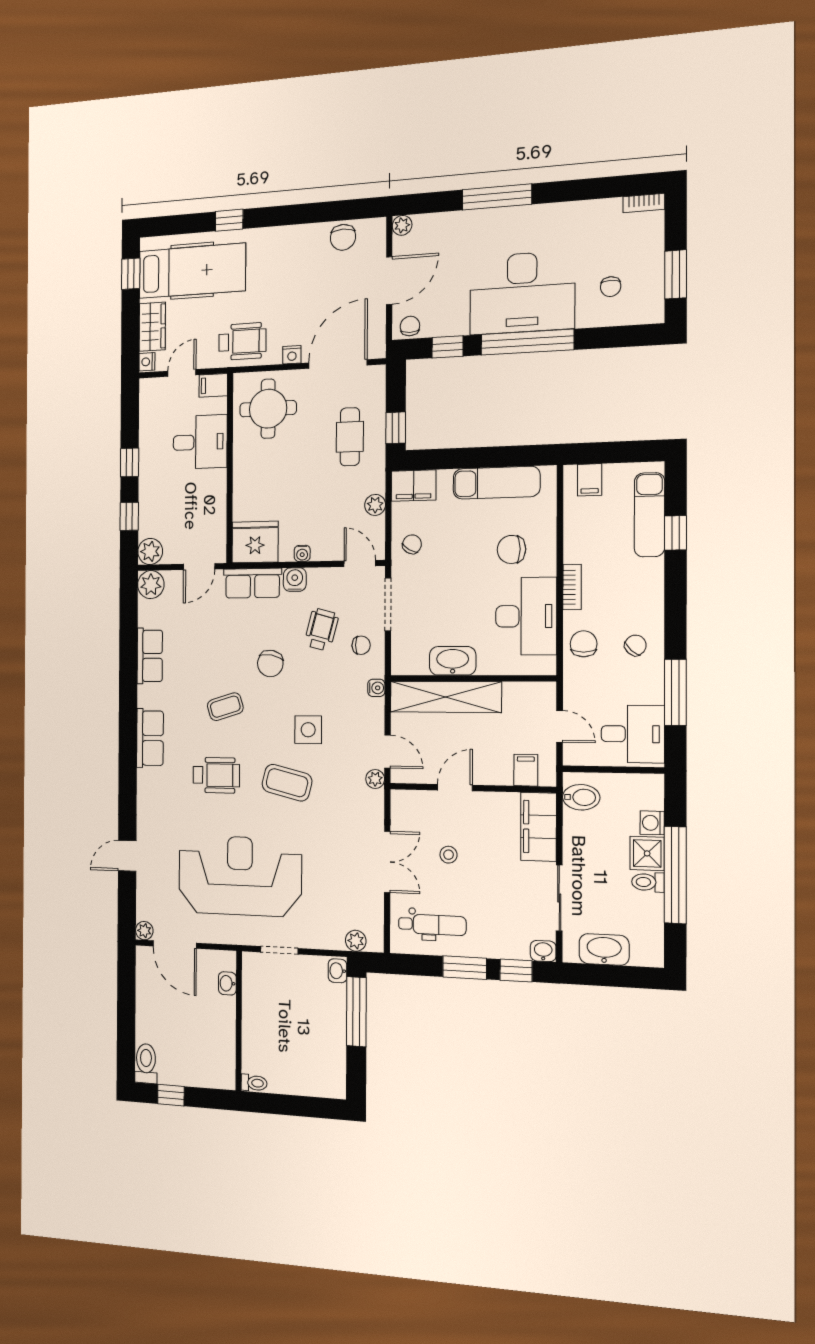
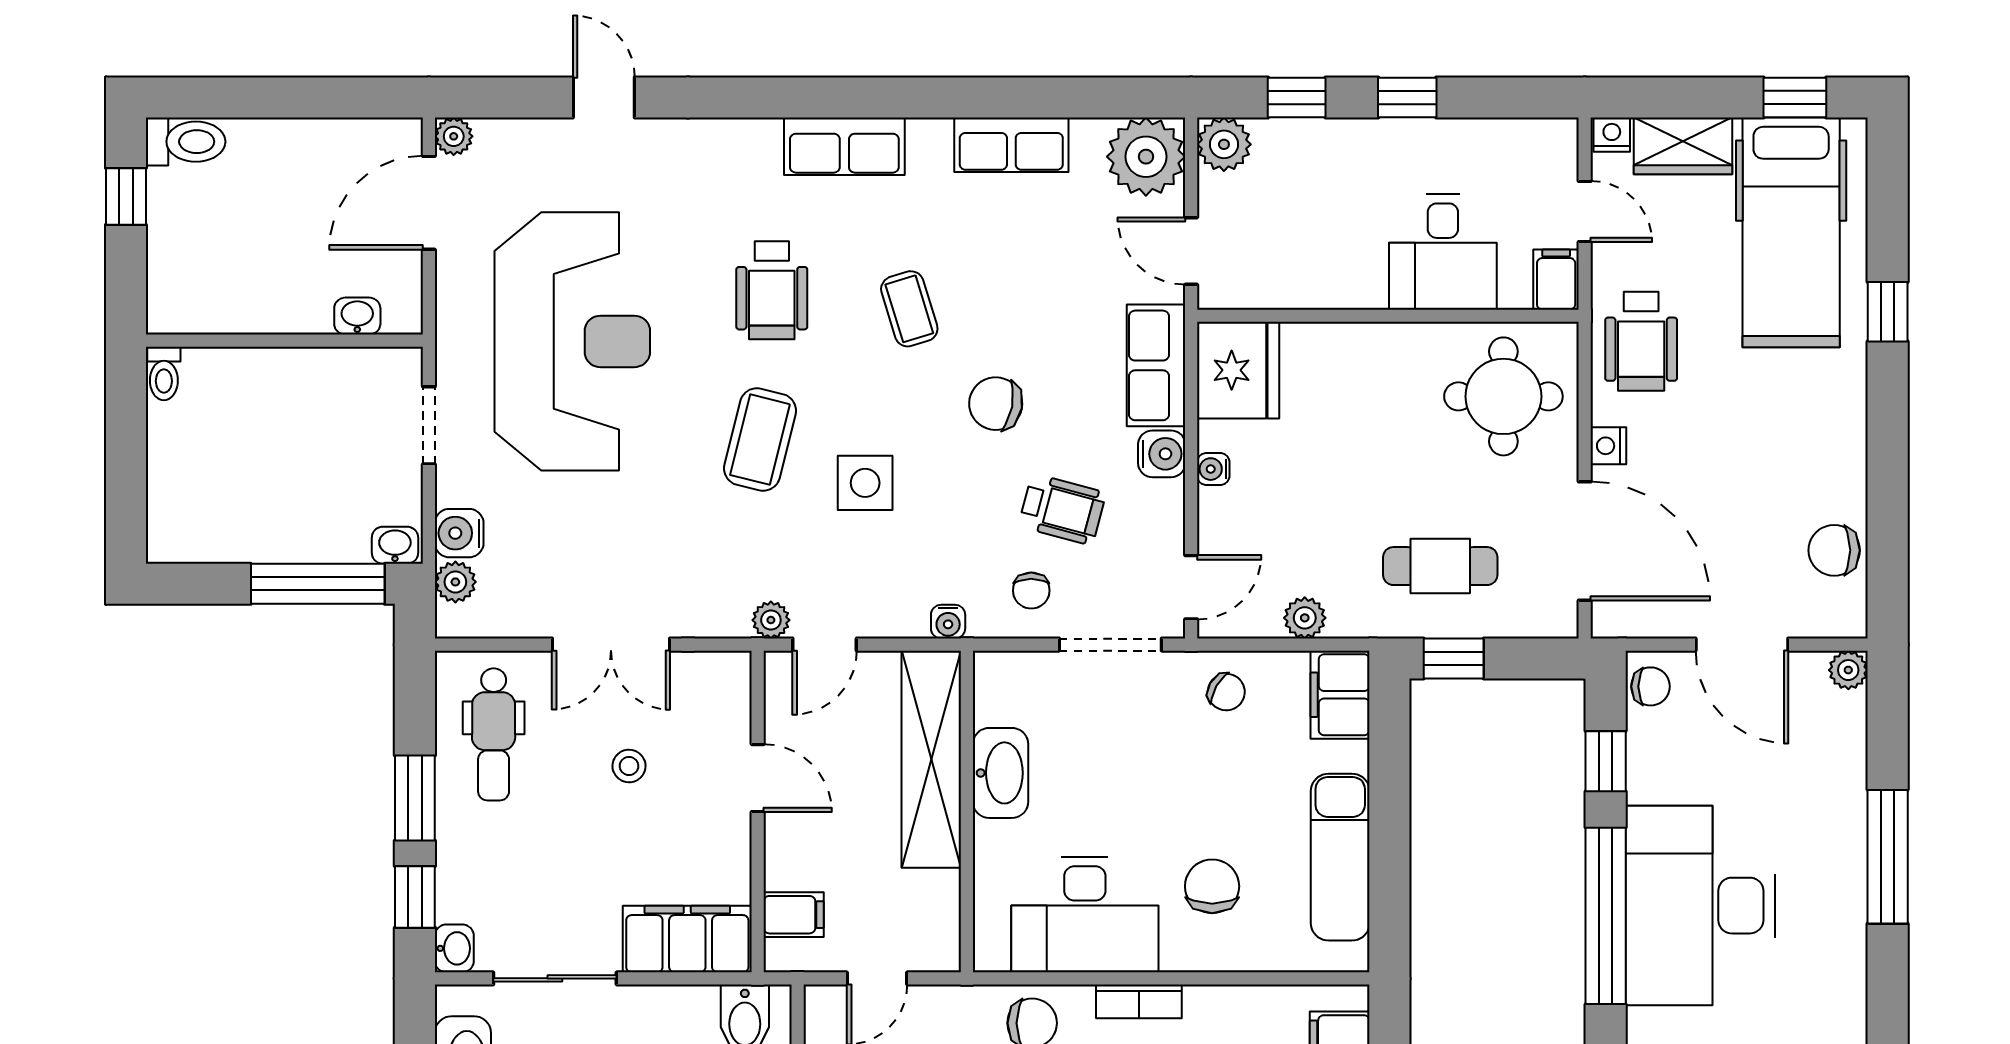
plant: (151, 585) -> (1146, 157), width x1.36, depth x1.36
water cooler: (332, 938) -> (459, 533), added

